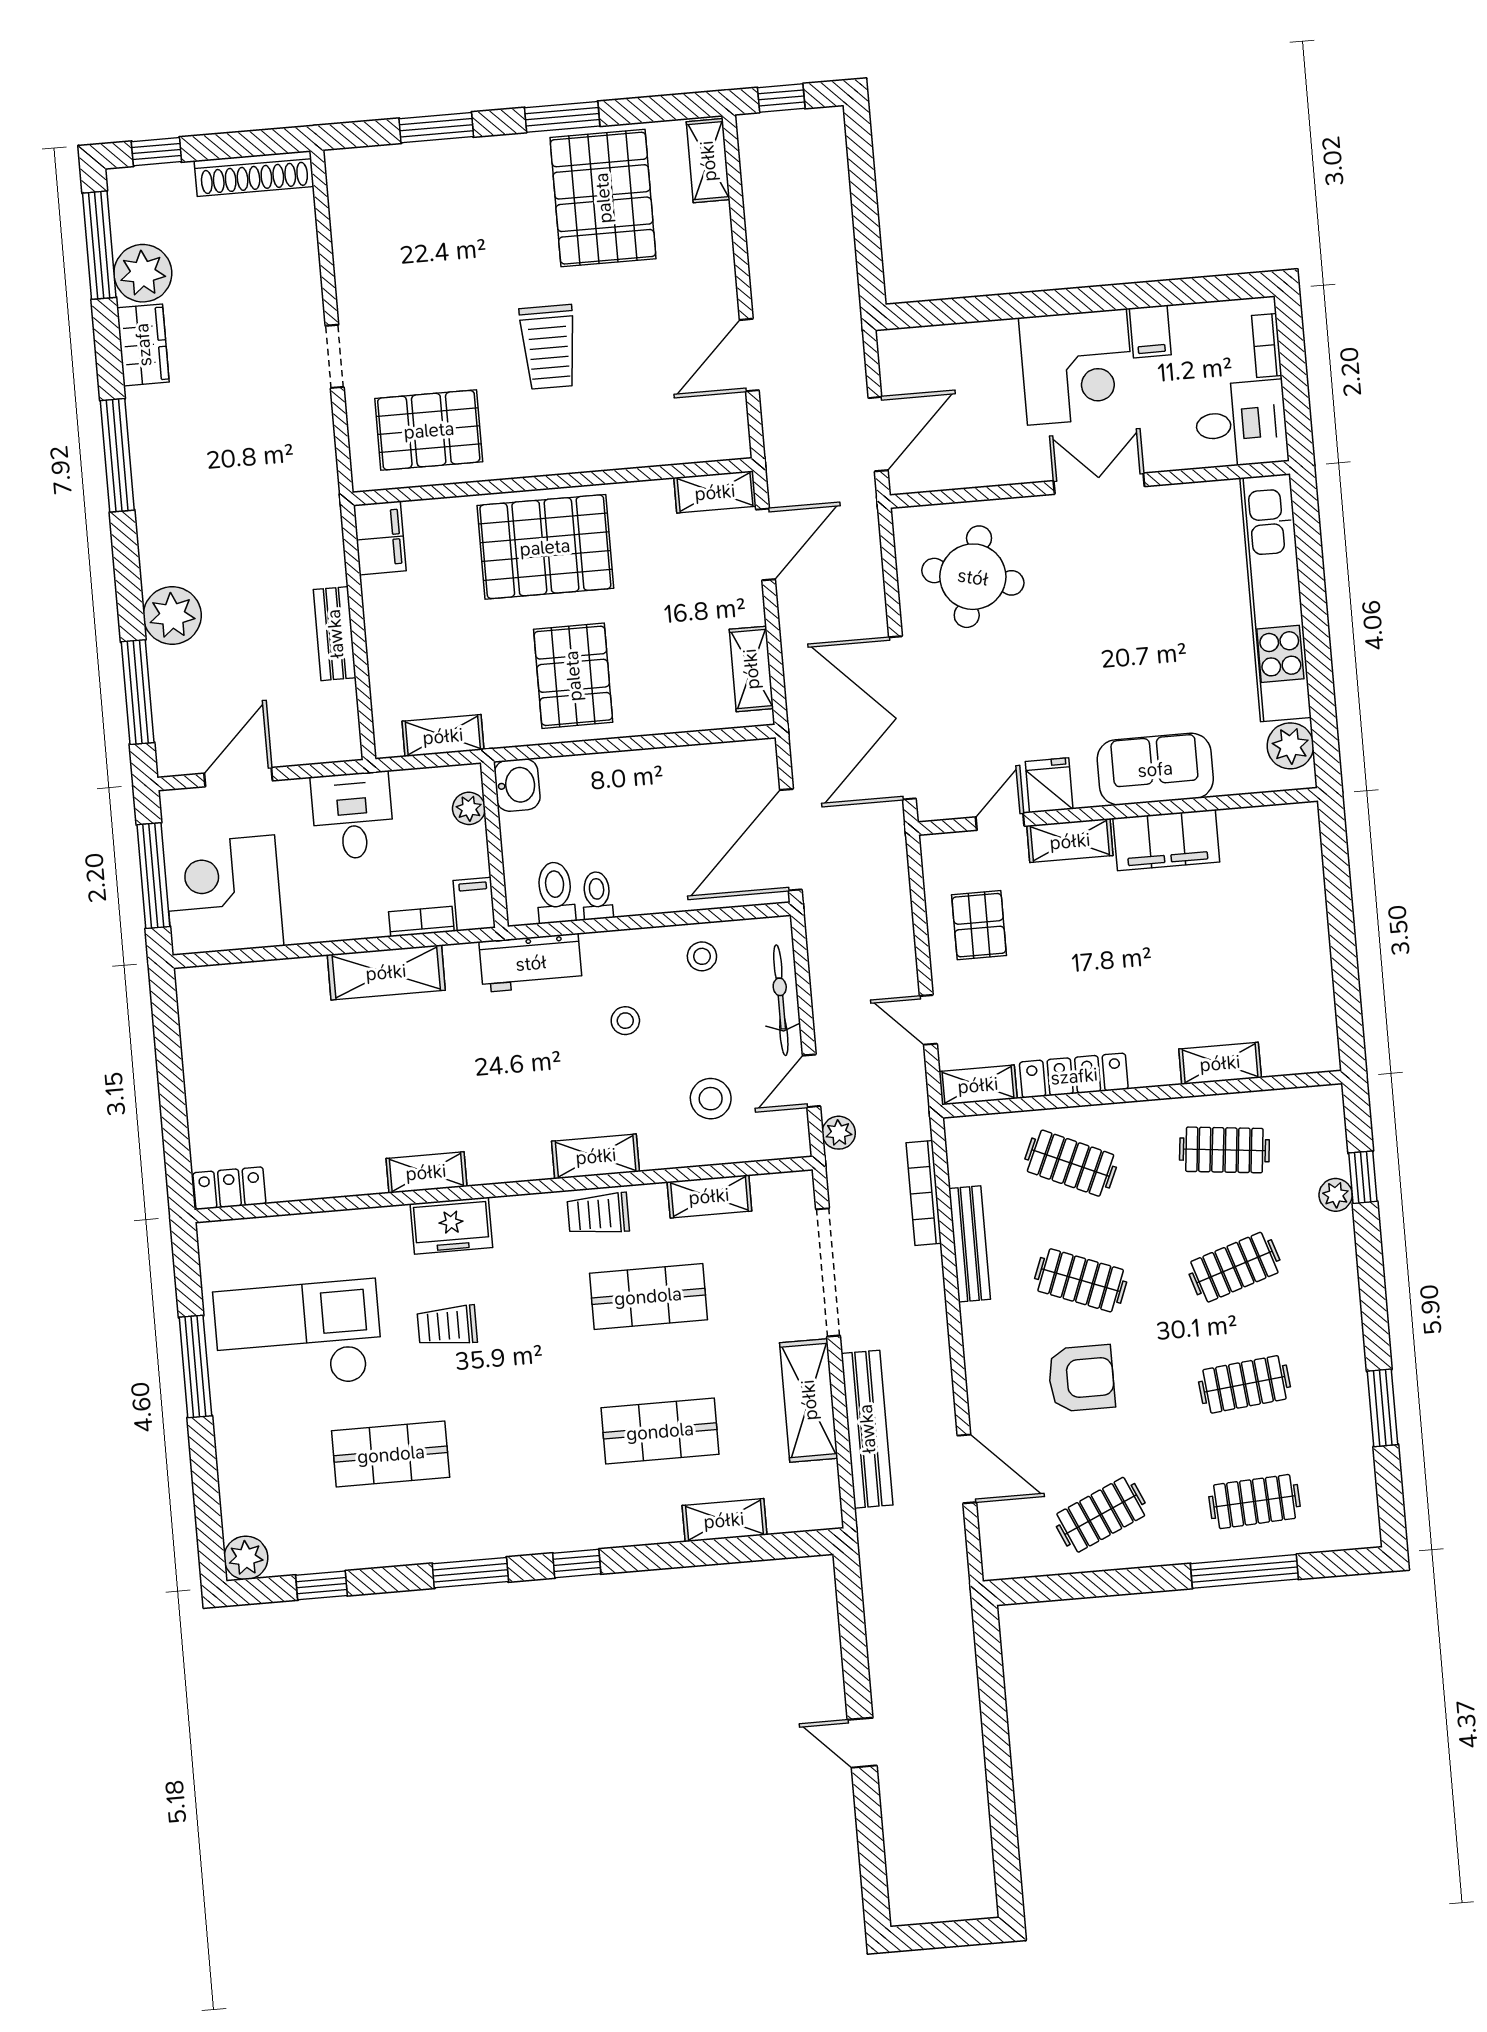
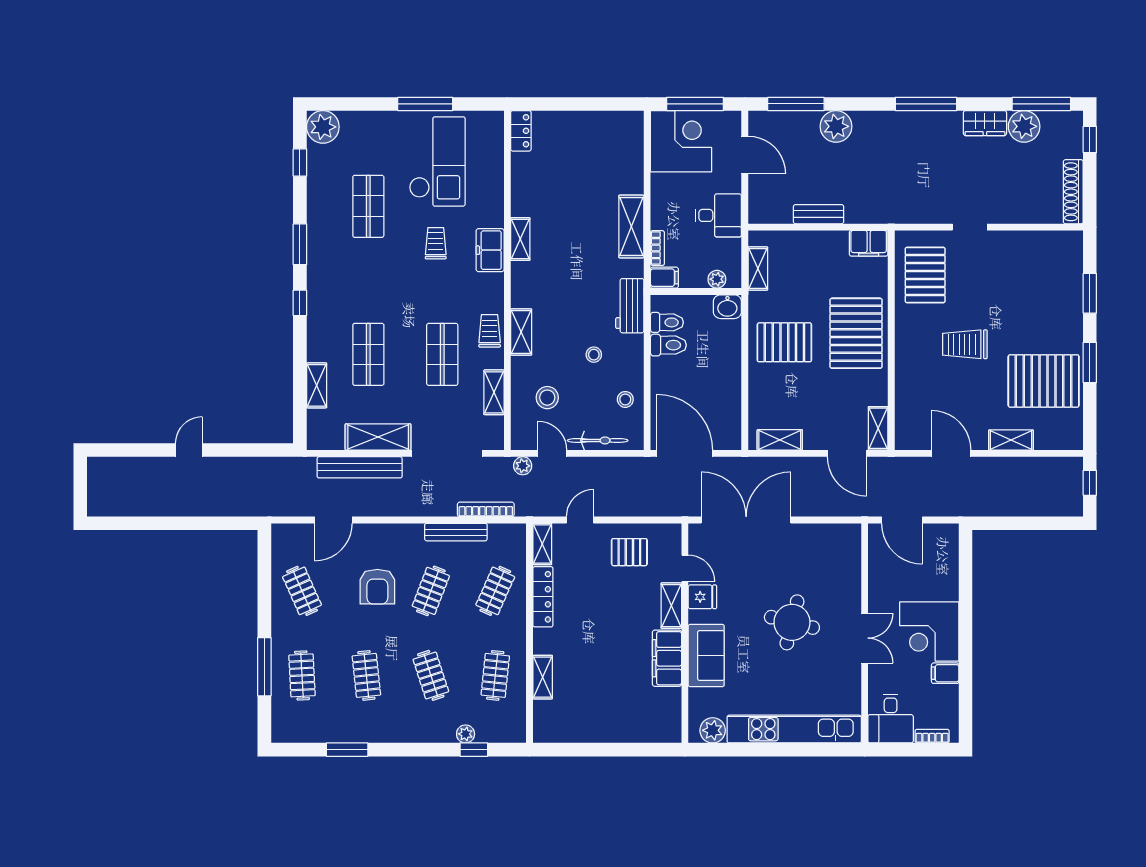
shelving: (708, 161) -> (1011, 440), moved
round table: (973, 577) -> (792, 622), moved
toilet: (597, 895) -> (668, 345), width x1.37, depth x1.39
plant: (246, 1558) -> (323, 127), width x1.36, depth x1.36

